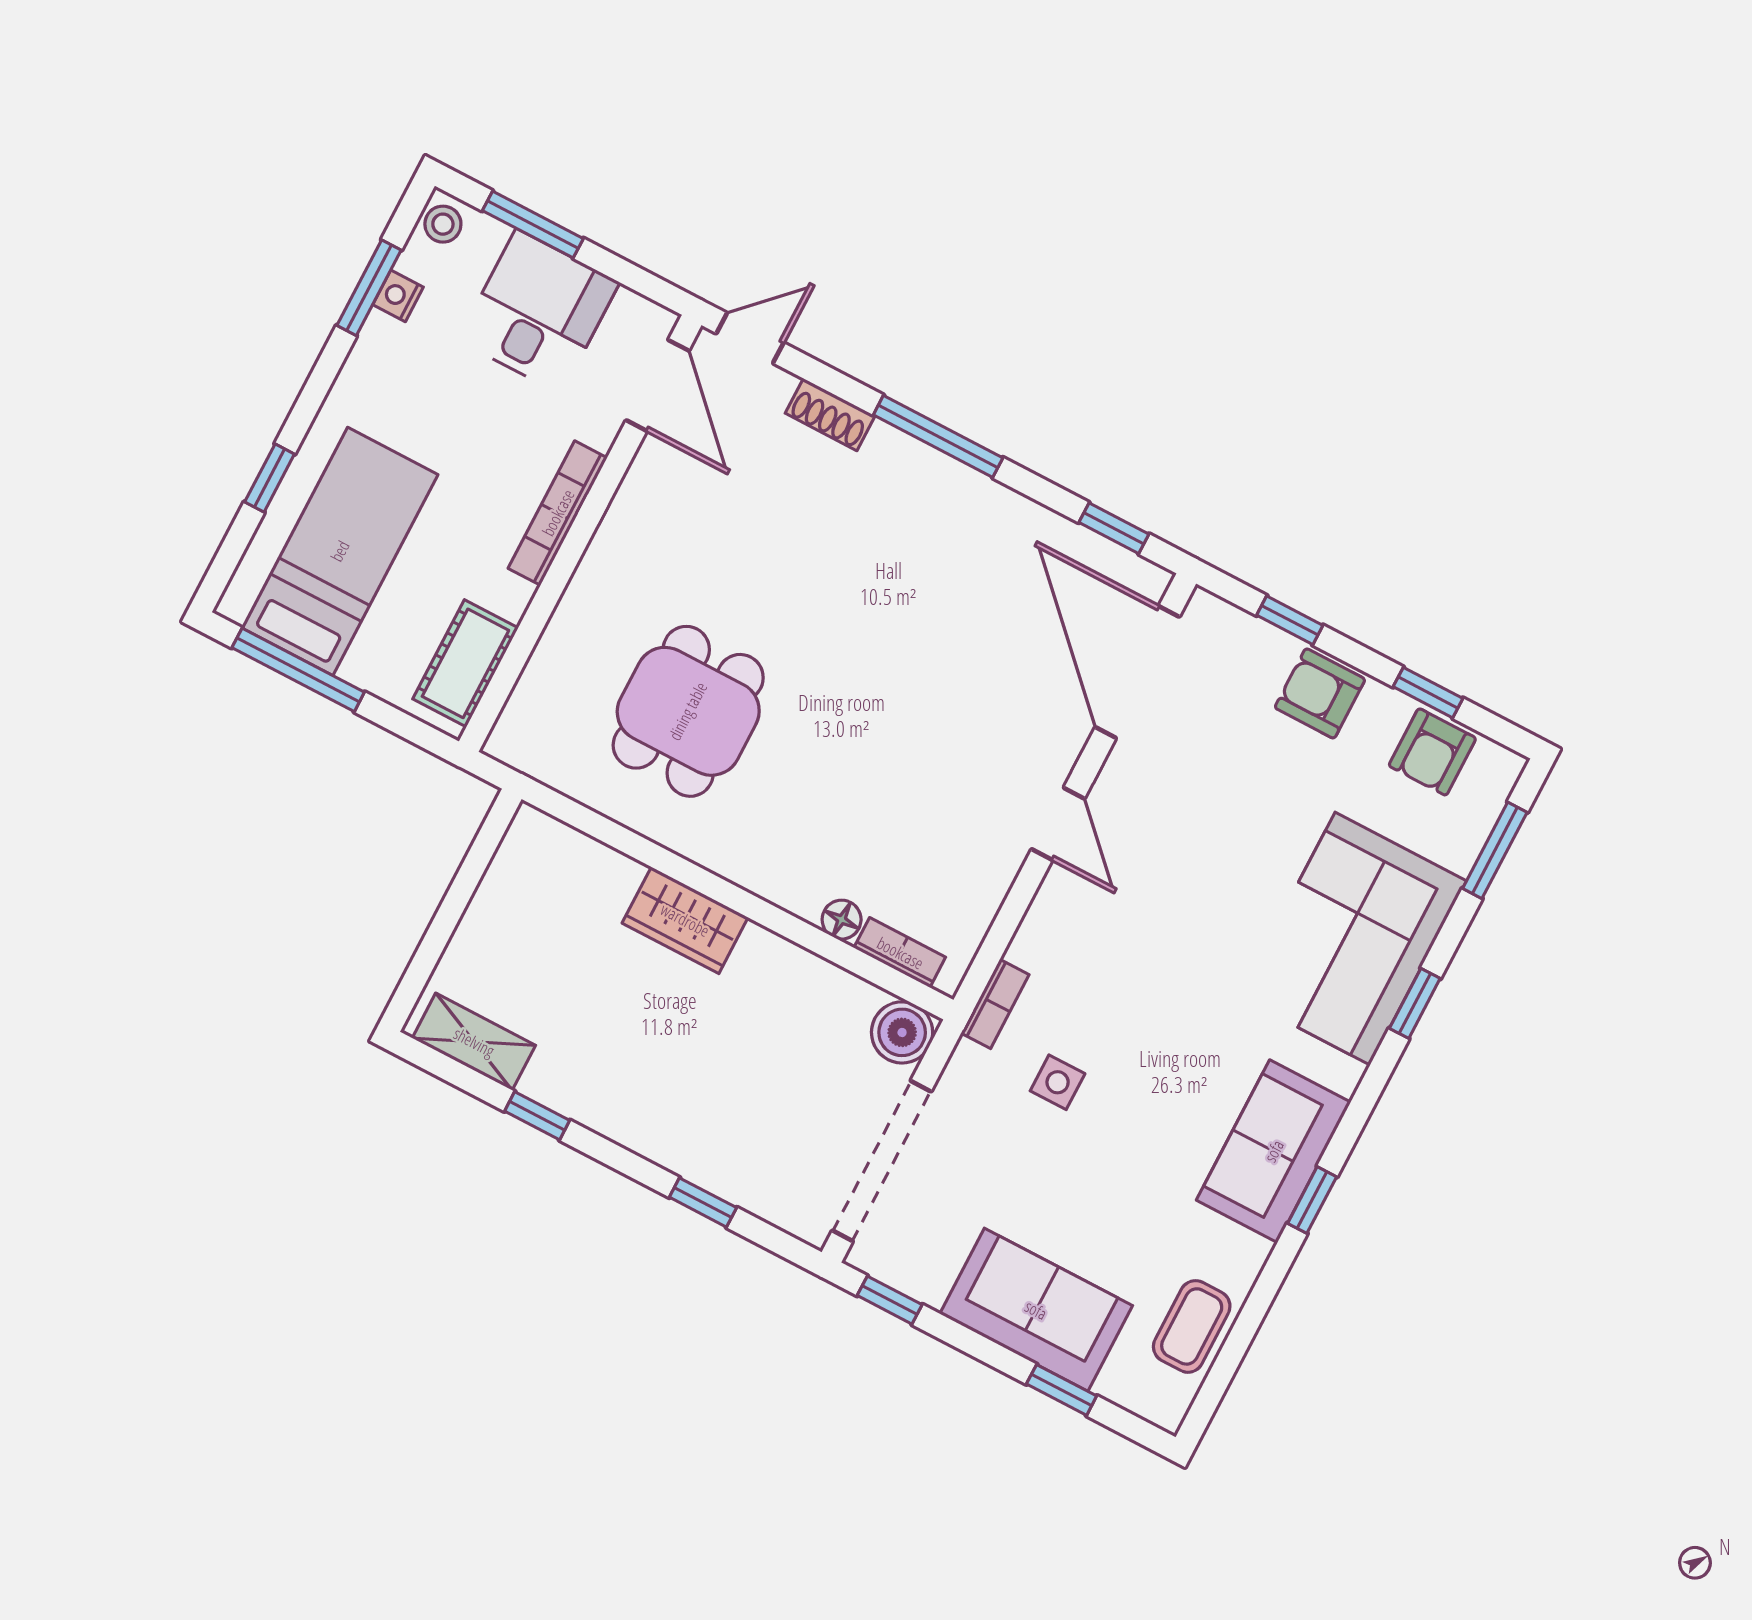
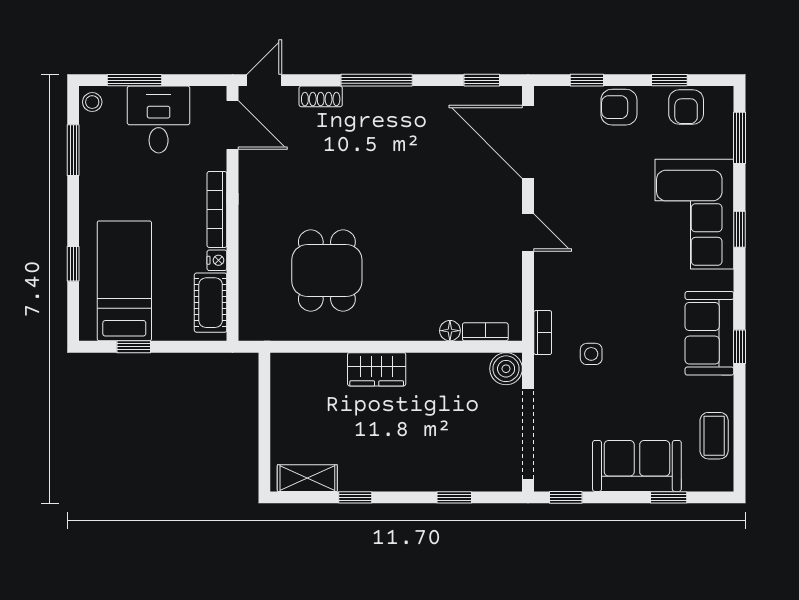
nightstand: (398, 296) -> (217, 260), moved, turned 180
window: (298, 670) -> (134, 347), width x0.46

